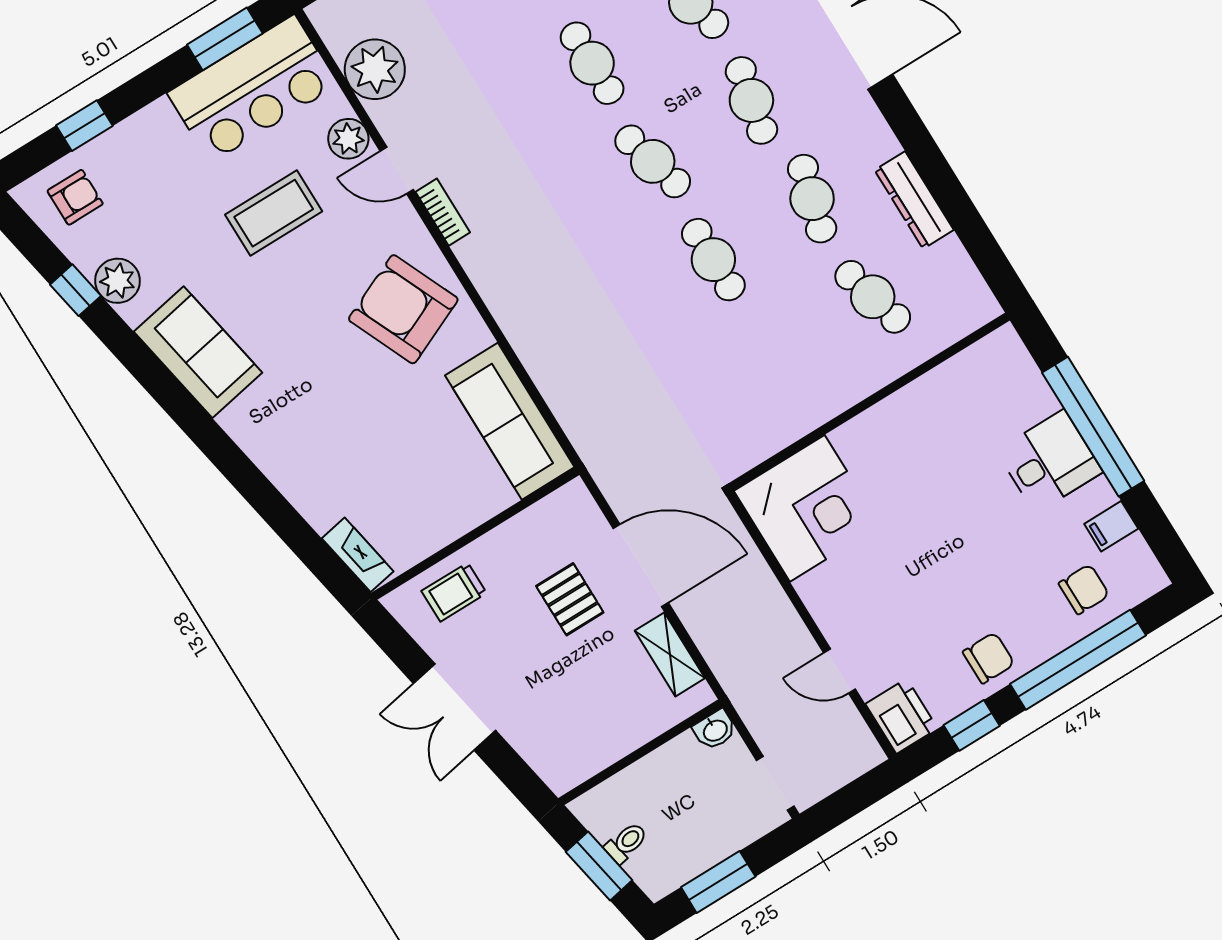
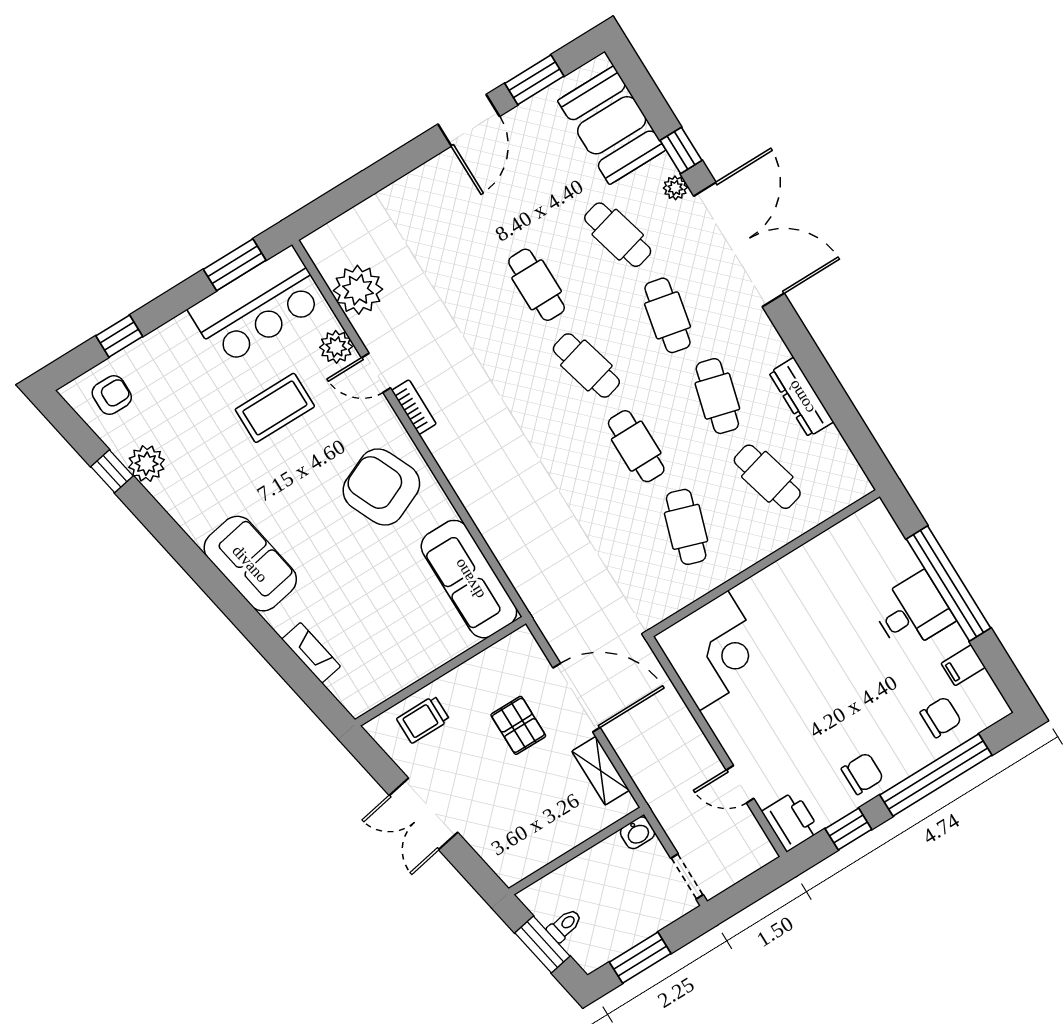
sofa: (198, 352) -> (250, 564), moved
cafe table: (774, 358) -> (686, 527), added
fireplace: (358, 555) -> (311, 653), moved

